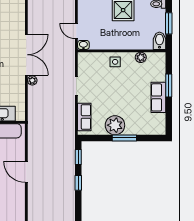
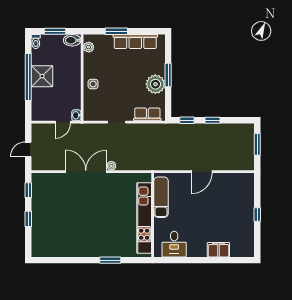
plant: (141, 57) -> (89, 47), moved
row of seats: (158, 97) -> (135, 41), width x1.48

